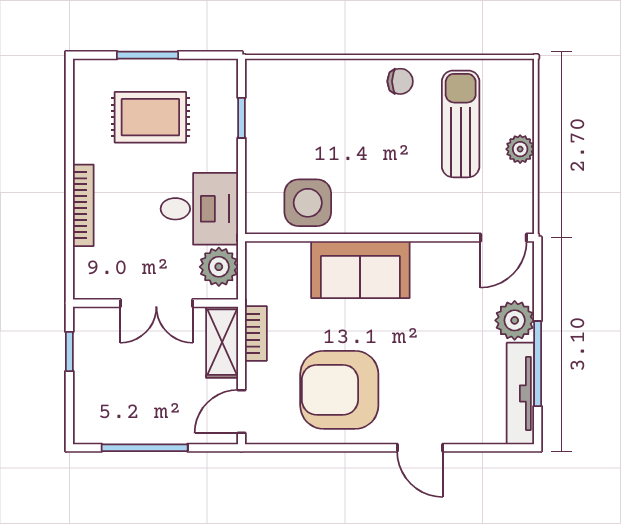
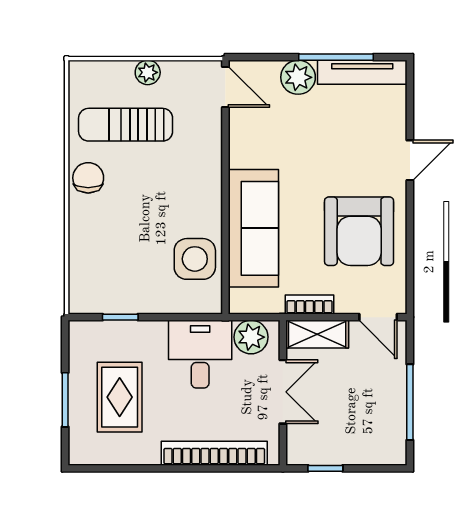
chair: (400, 81) -> (88, 178), width x1.37, depth x1.37
bookcase: (83, 205) -> (214, 453), width x1.48, depth x1.31
sofa: (360, 270) -> (253, 228), width x1.36

